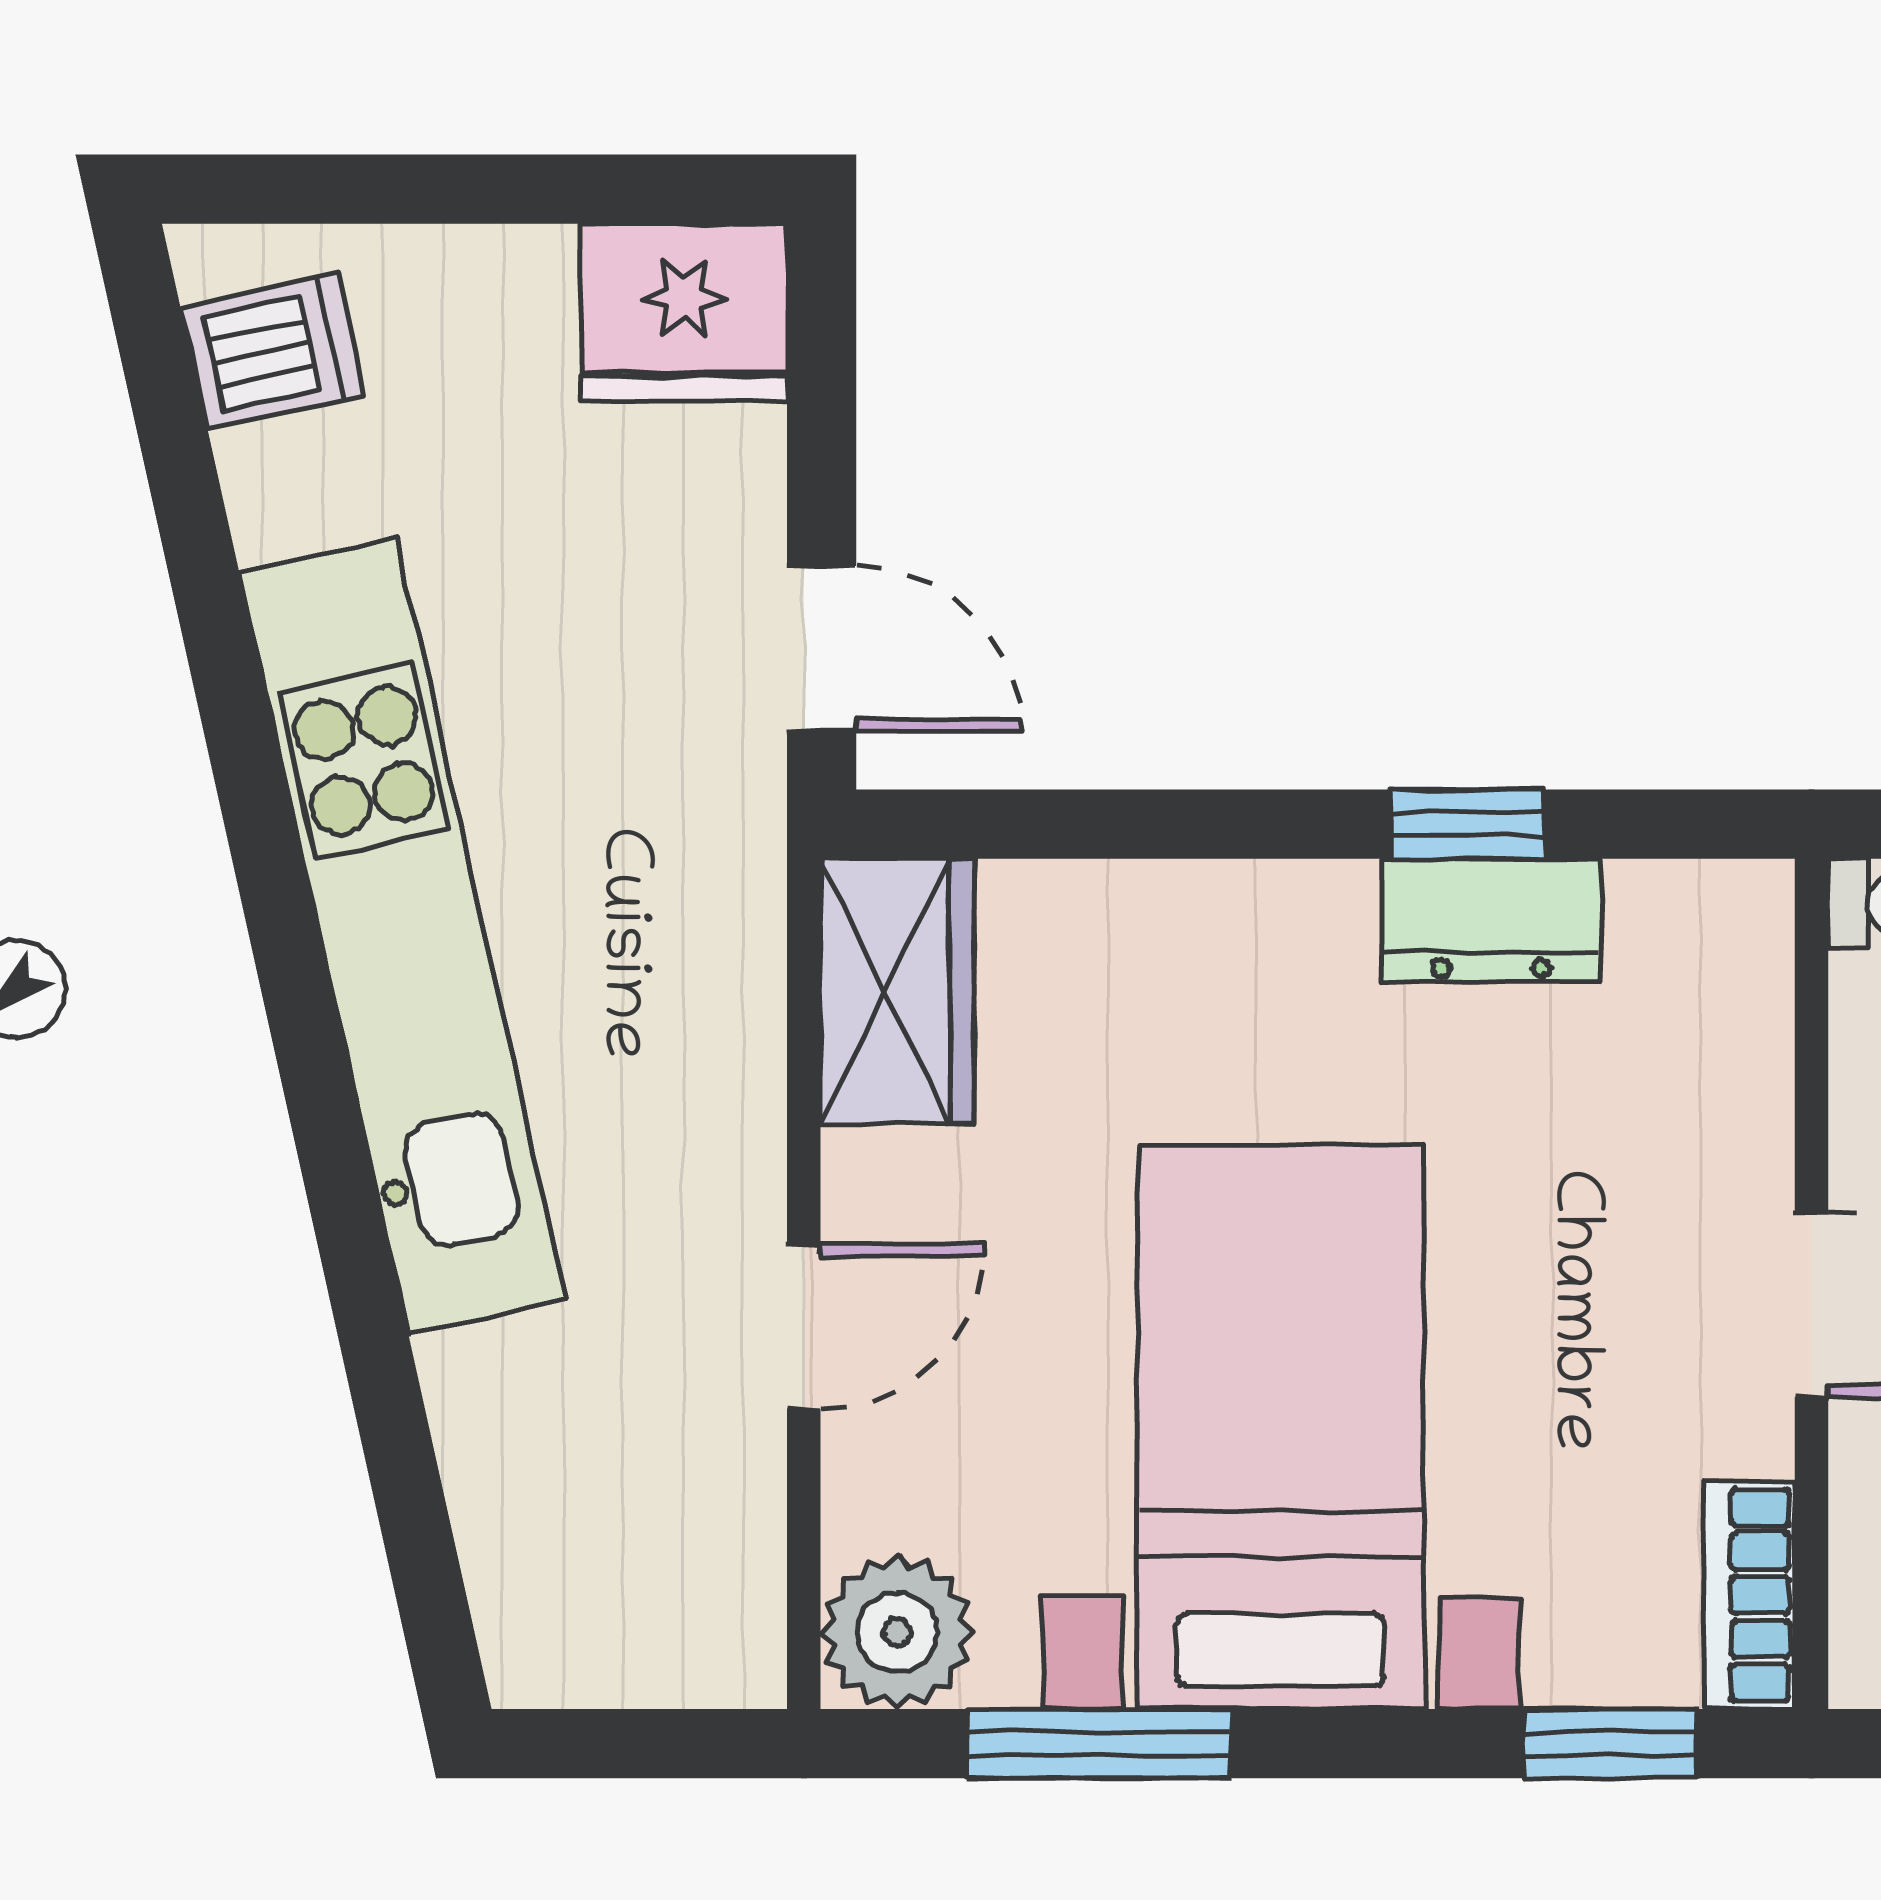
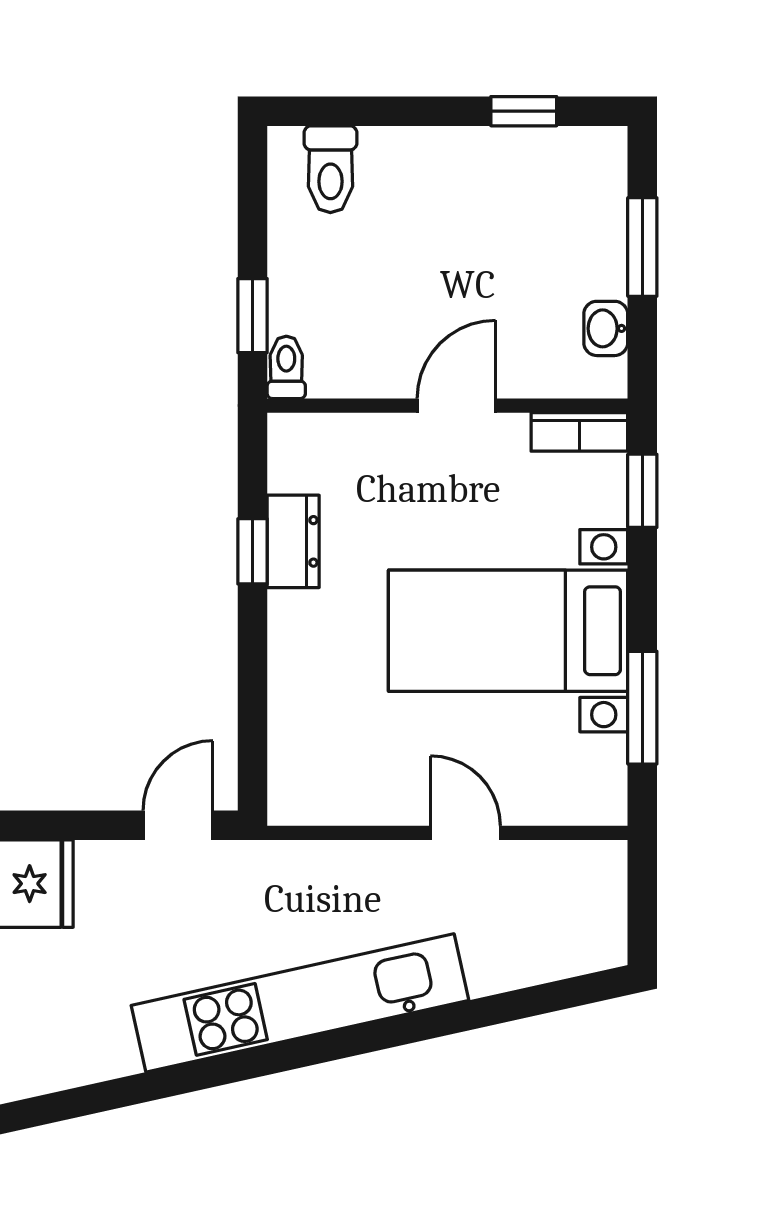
dishwasher: (273, 351) -> (52, 1058), removed
wardrobe: (897, 991) -> (323, 793), removed
plant: (897, 1632) -> (595, 793), removed

